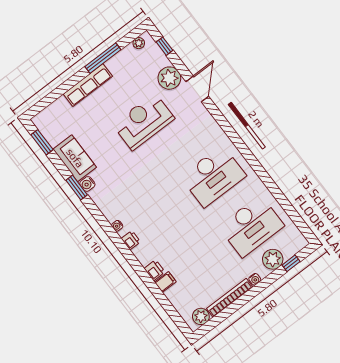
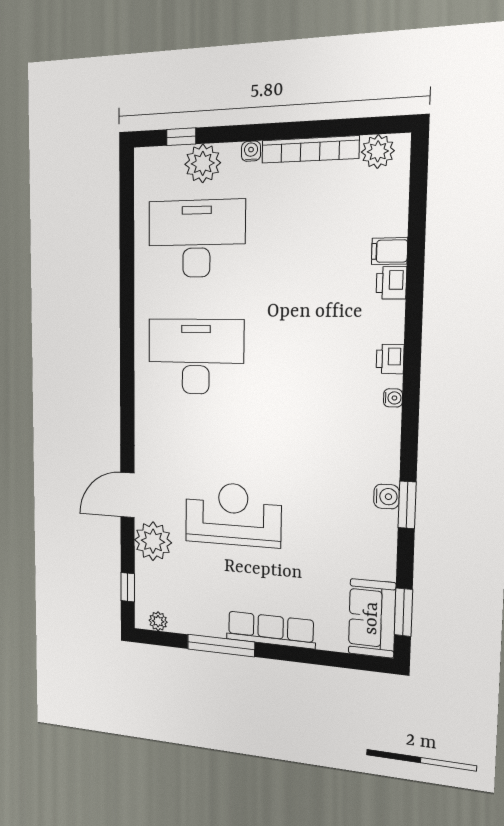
reception desk: (144, 122) -> (233, 514), turned 180
sofa: (75, 158) -> (372, 618), moved

